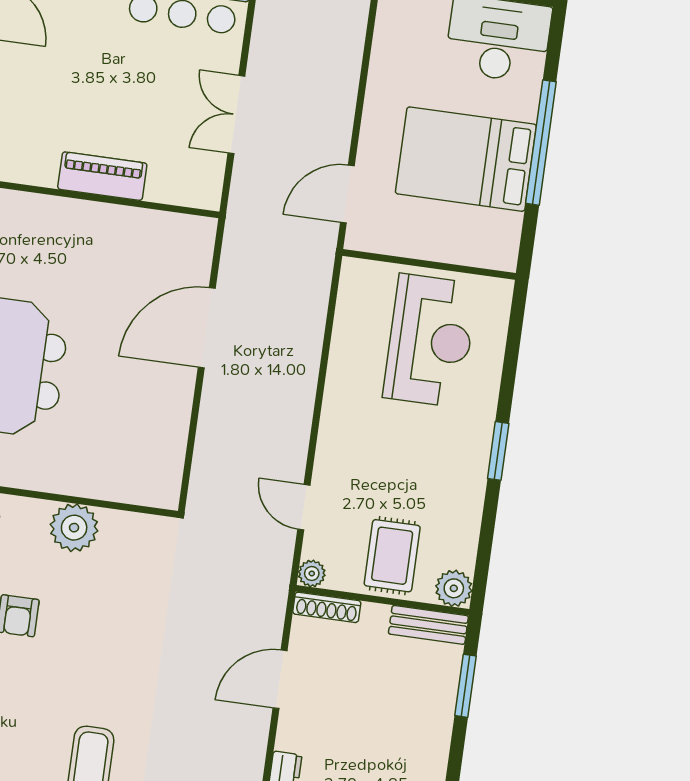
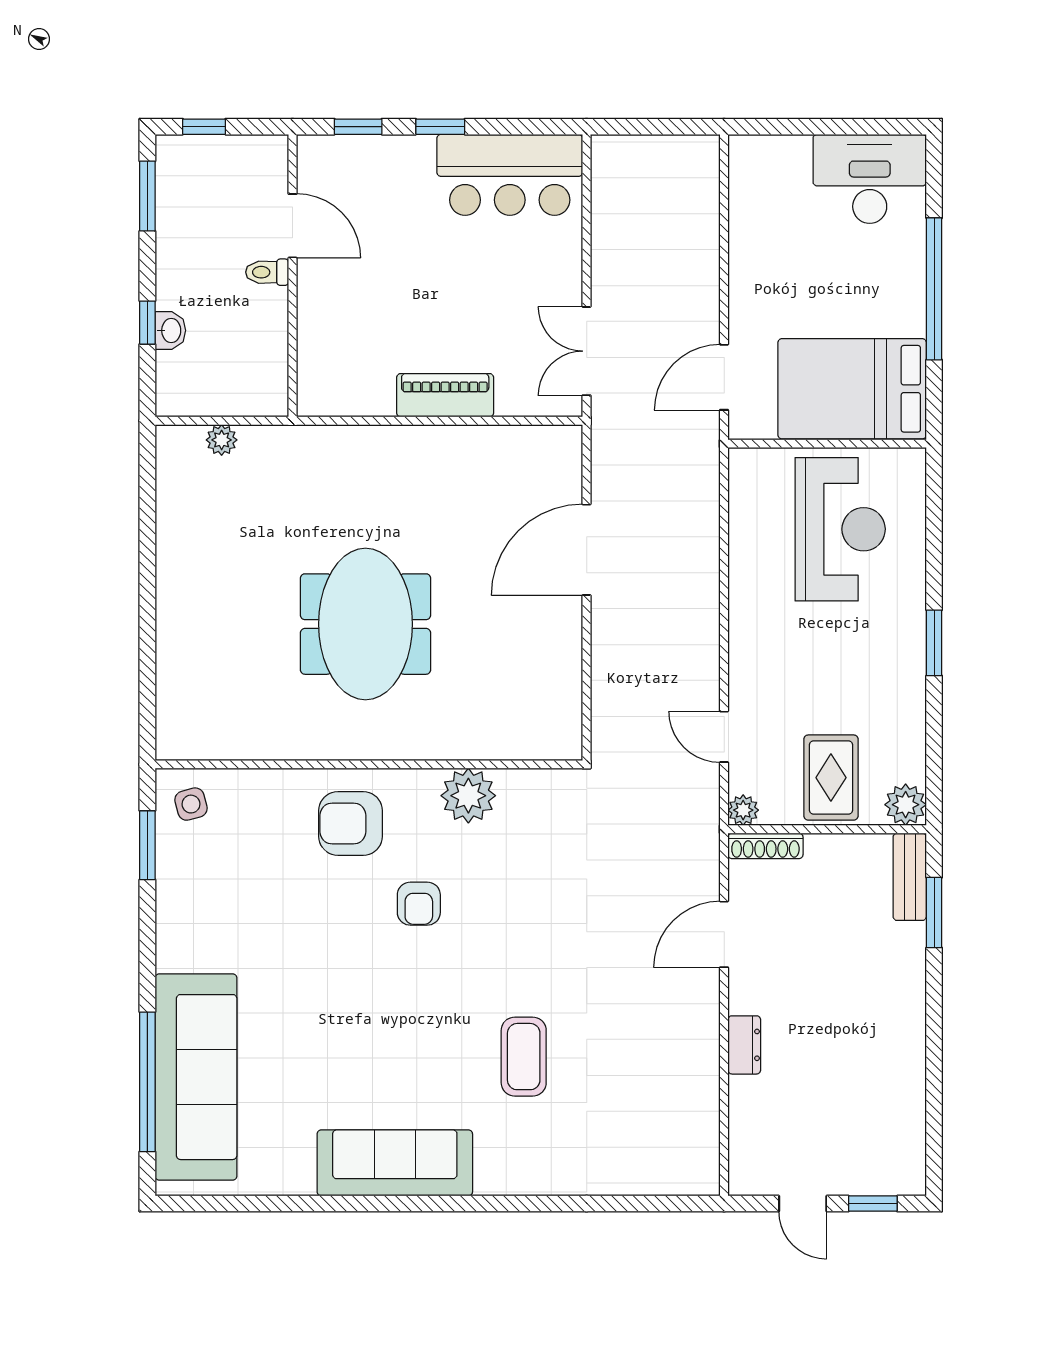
double door: (236, 115) -> (587, 351), moved
bed: (466, 159) -> (852, 389), moved
bench: (428, 625) -> (910, 877), moved, turned 90

